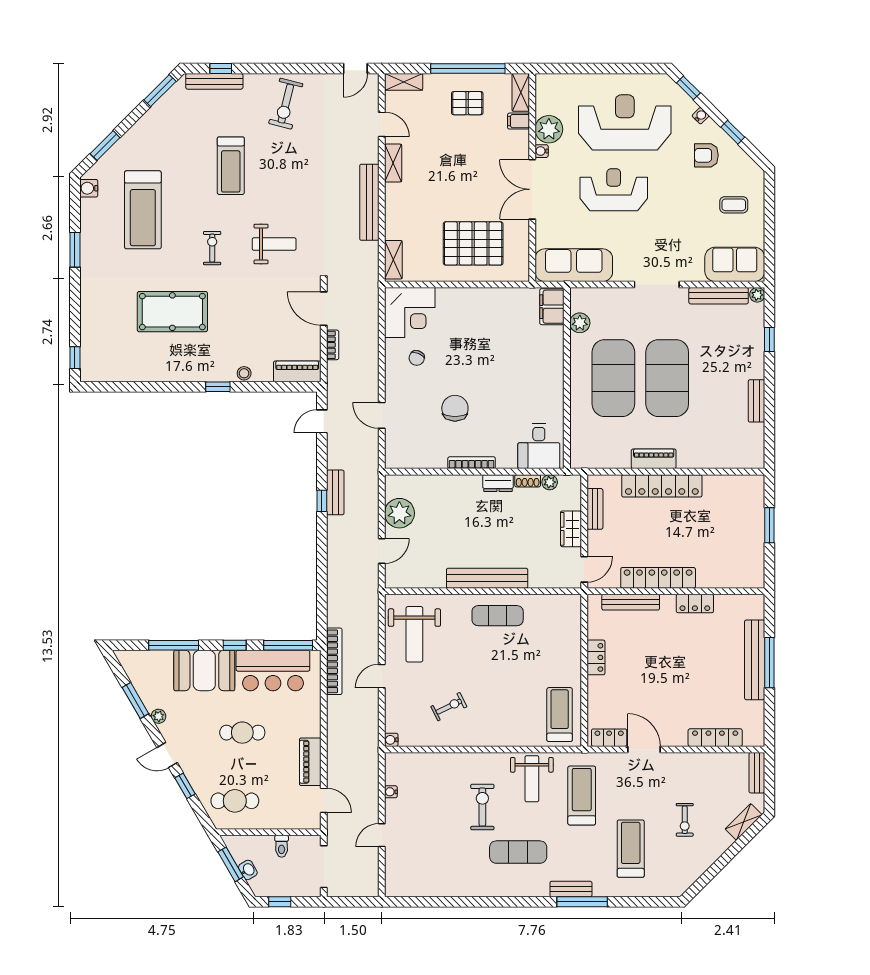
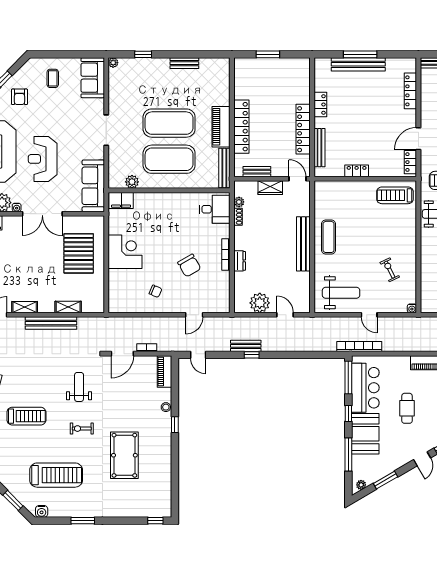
shelving: (393, 260) -> (68, 307), moved
bench: (719, 296) -> (224, 168), moved
corner desk: (410, 313) -> (125, 252), moved
chair: (455, 408) -> (189, 266), turned -120
piano: (654, 459) -> (221, 127), width x1.37, depth x1.33
dresser: (498, 483) -> (240, 261), moved
plant: (158, 716) -> (361, 485), moved

